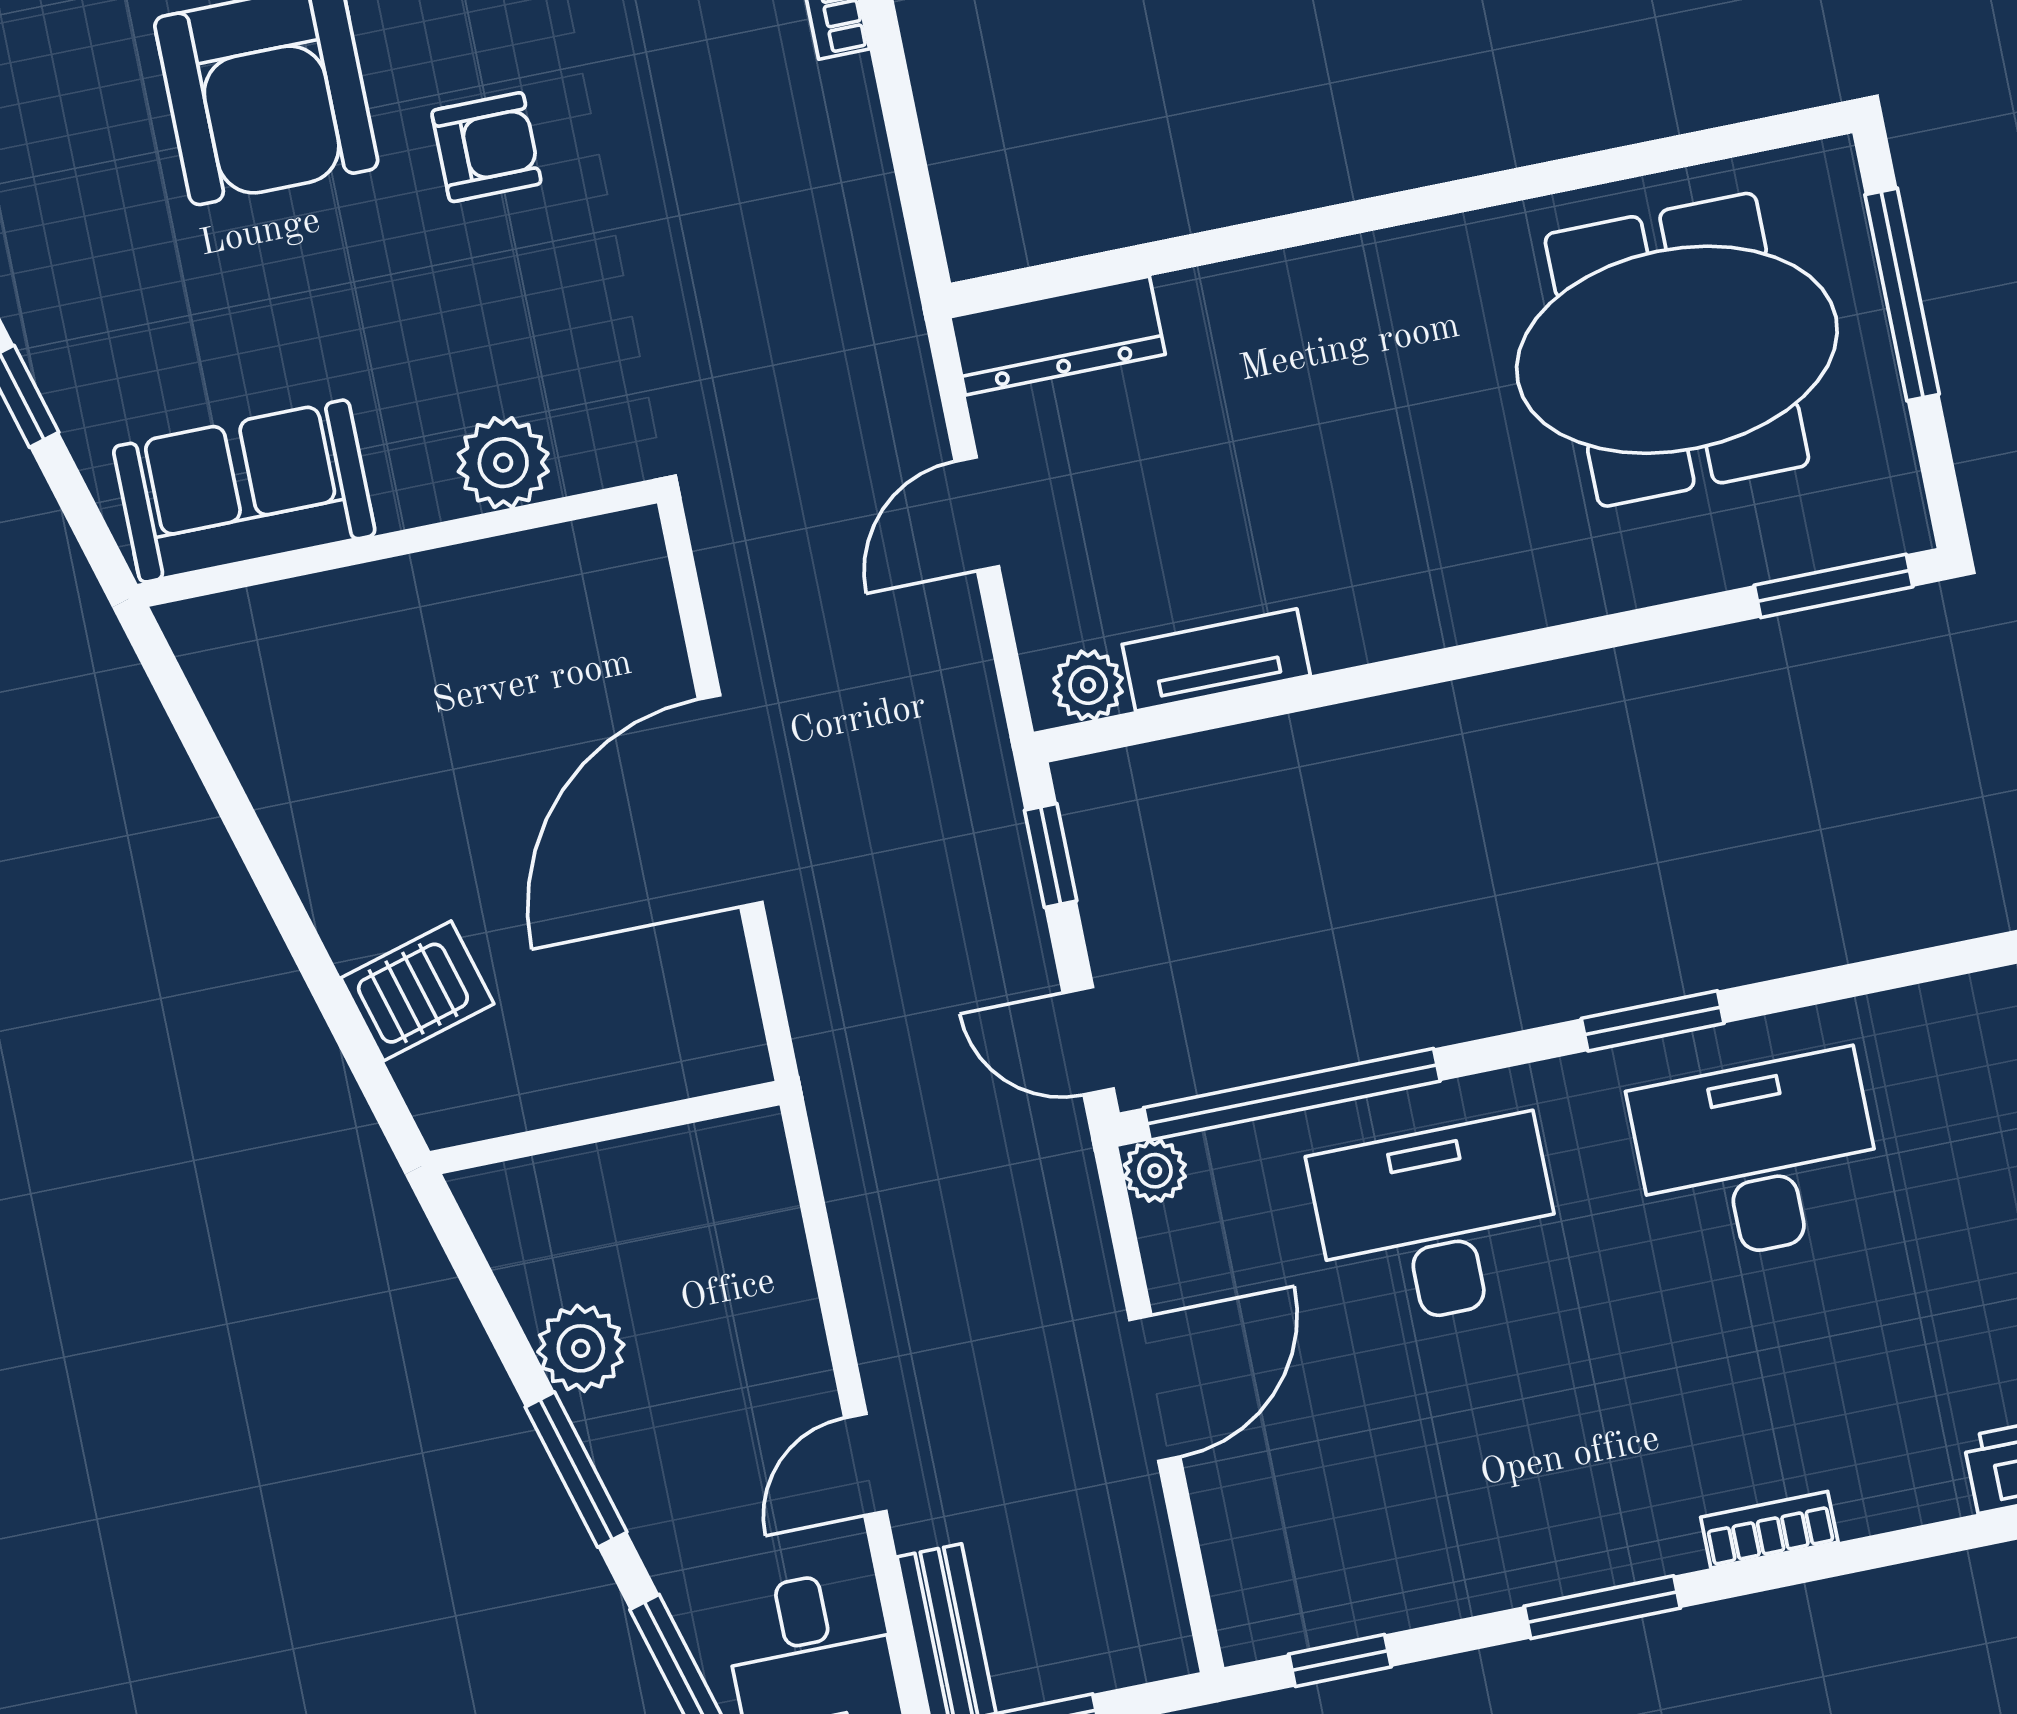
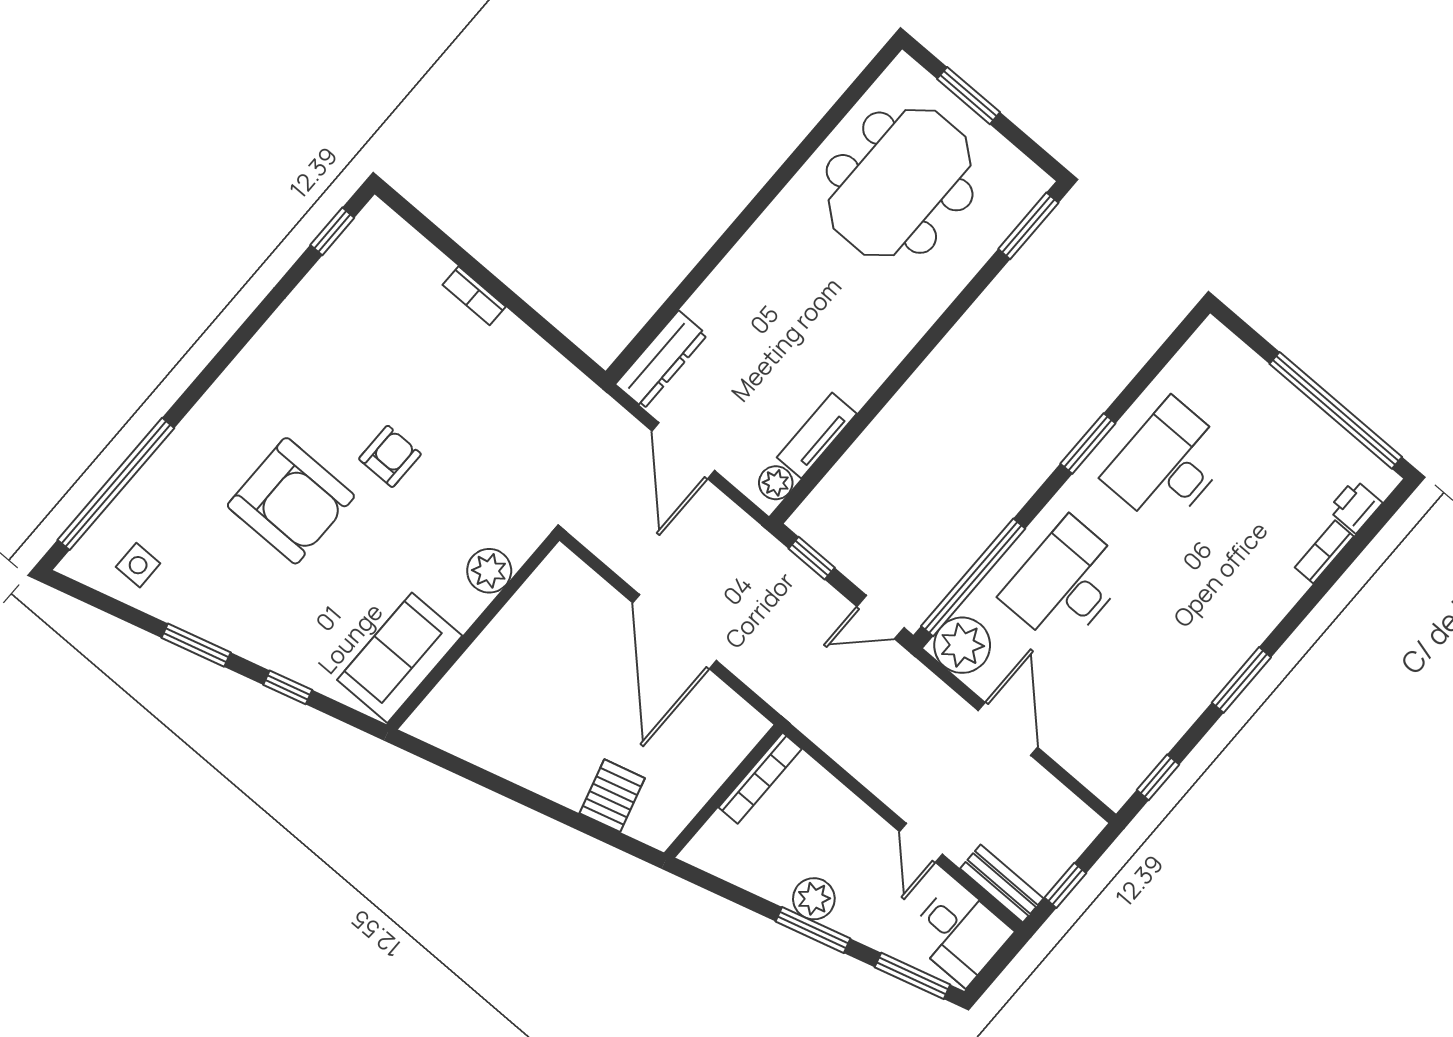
window: (1902, 295) -> (968, 96), width x0.69
door: (977, 514) -> (683, 451), width x1.38
bookcase: (684, 1152) -> (760, 778), added
plant: (1155, 1171) -> (962, 645), width x1.87, depth x1.87
plant: (581, 1348) -> (814, 899), moved
bookcase: (1769, 1530) -> (1324, 552), moved

